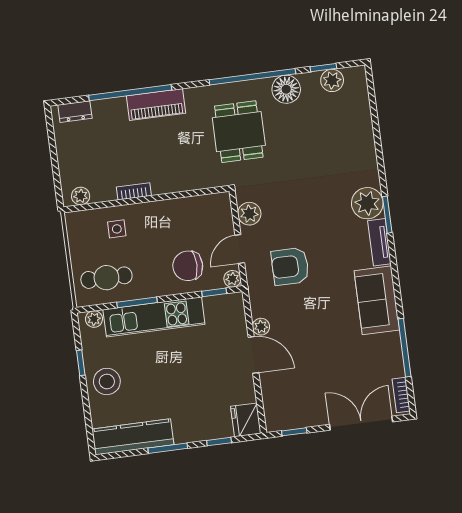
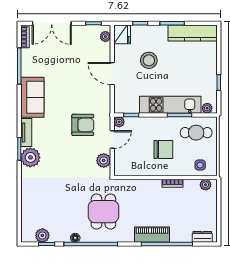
floor lamp: (286, 89) -> (75, 238), width x0.53, depth x0.53
side table: (117, 229) -> (200, 165), moved
chair: (188, 266) -> (163, 149), moved
plant: (261, 327) -> (105, 37), moved
stool: (107, 381) -> (149, 60), moved

